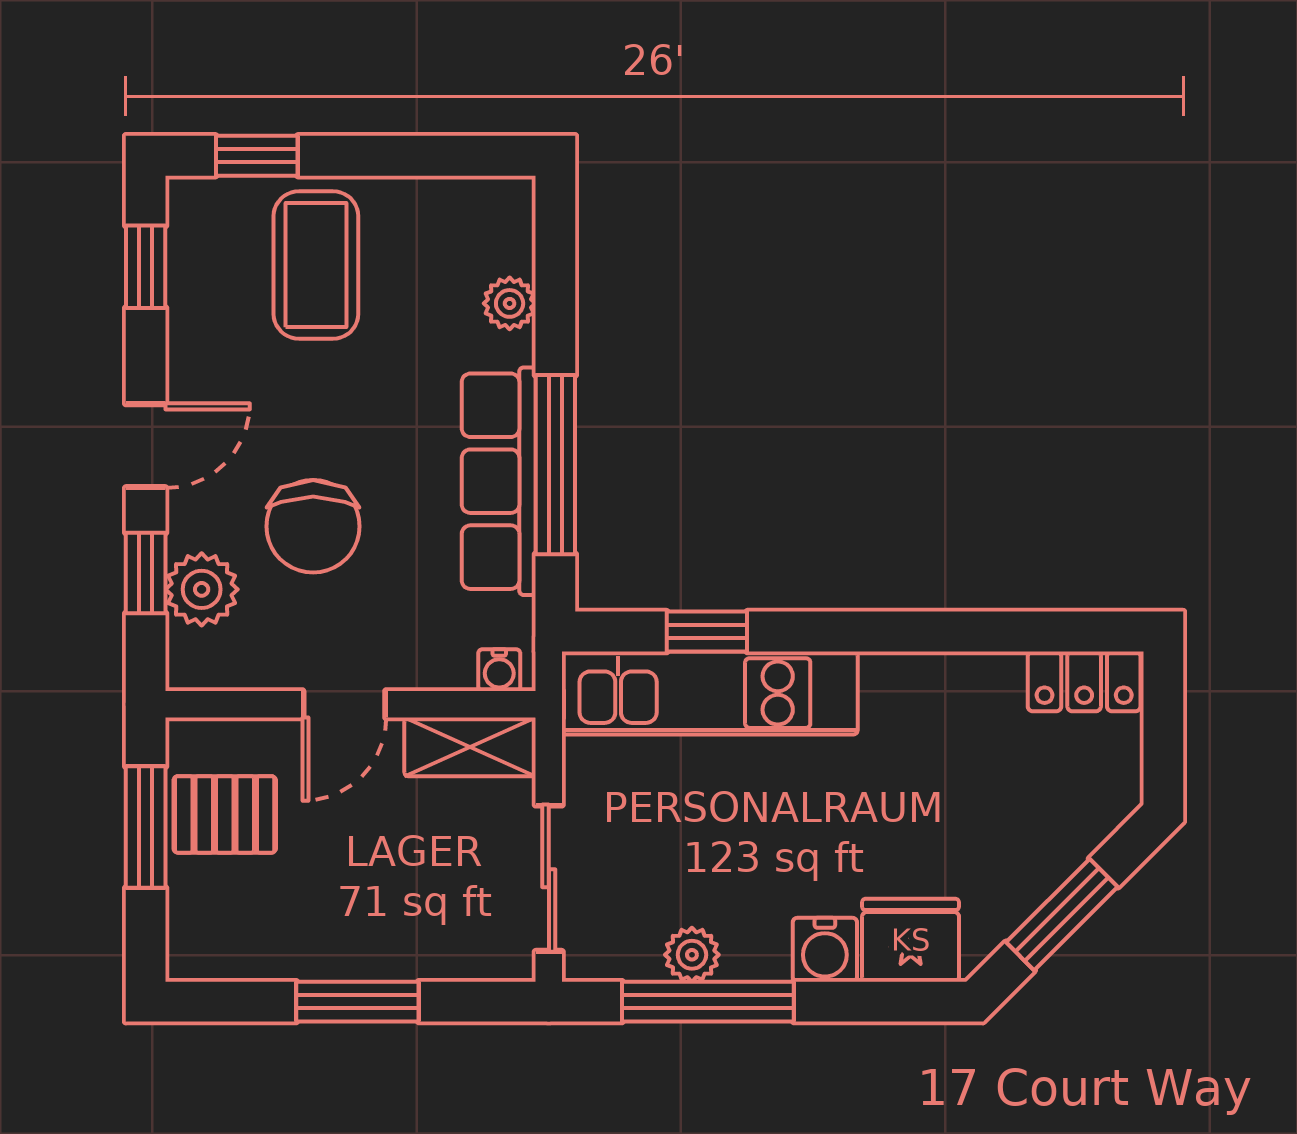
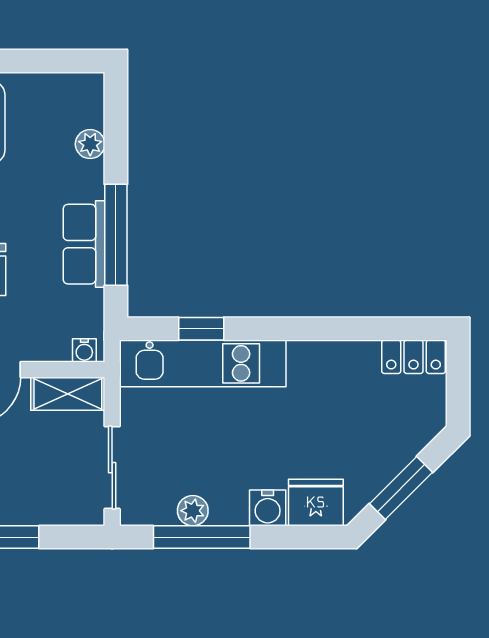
row of seats: (499, 481) -> (84, 244), width x0.68

